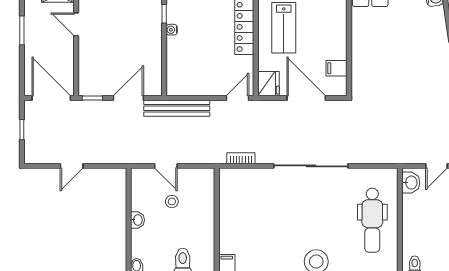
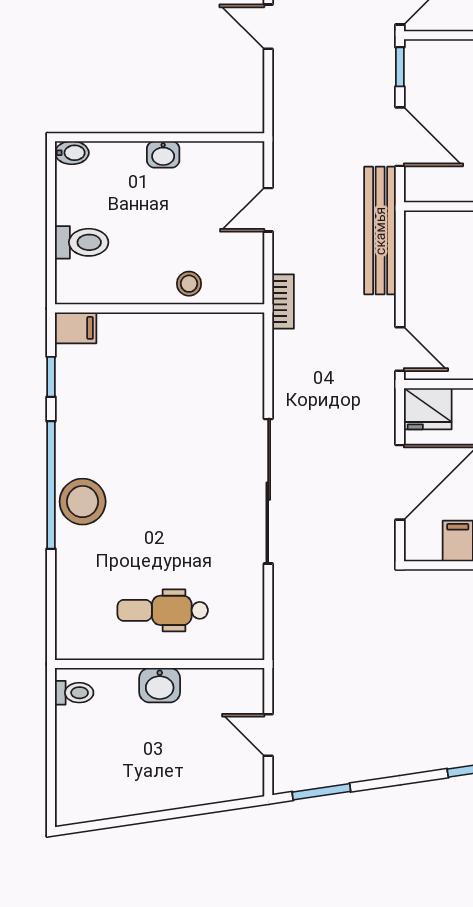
bookcase: (241, 158) -> (283, 301), moved
washbasin: (411, 183) -> (160, 685), moved
stool: (172, 202) -> (189, 284), moved
dental chair: (372, 220) -> (163, 610), width x0.73, depth x0.72

